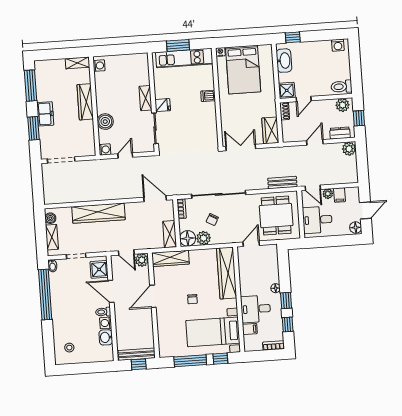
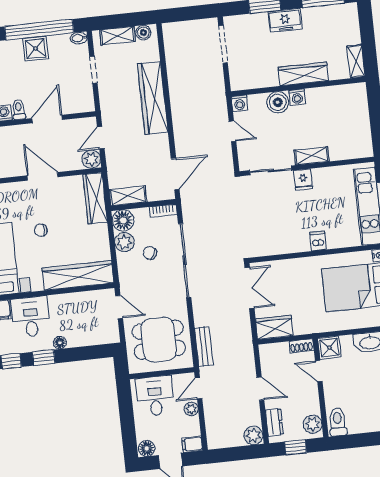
washing machine: (99, 66) -> (297, 97), moved
filing cabinet: (339, 195) -> (192, 444), moved
shower: (99, 269) -> (35, 48), moved

